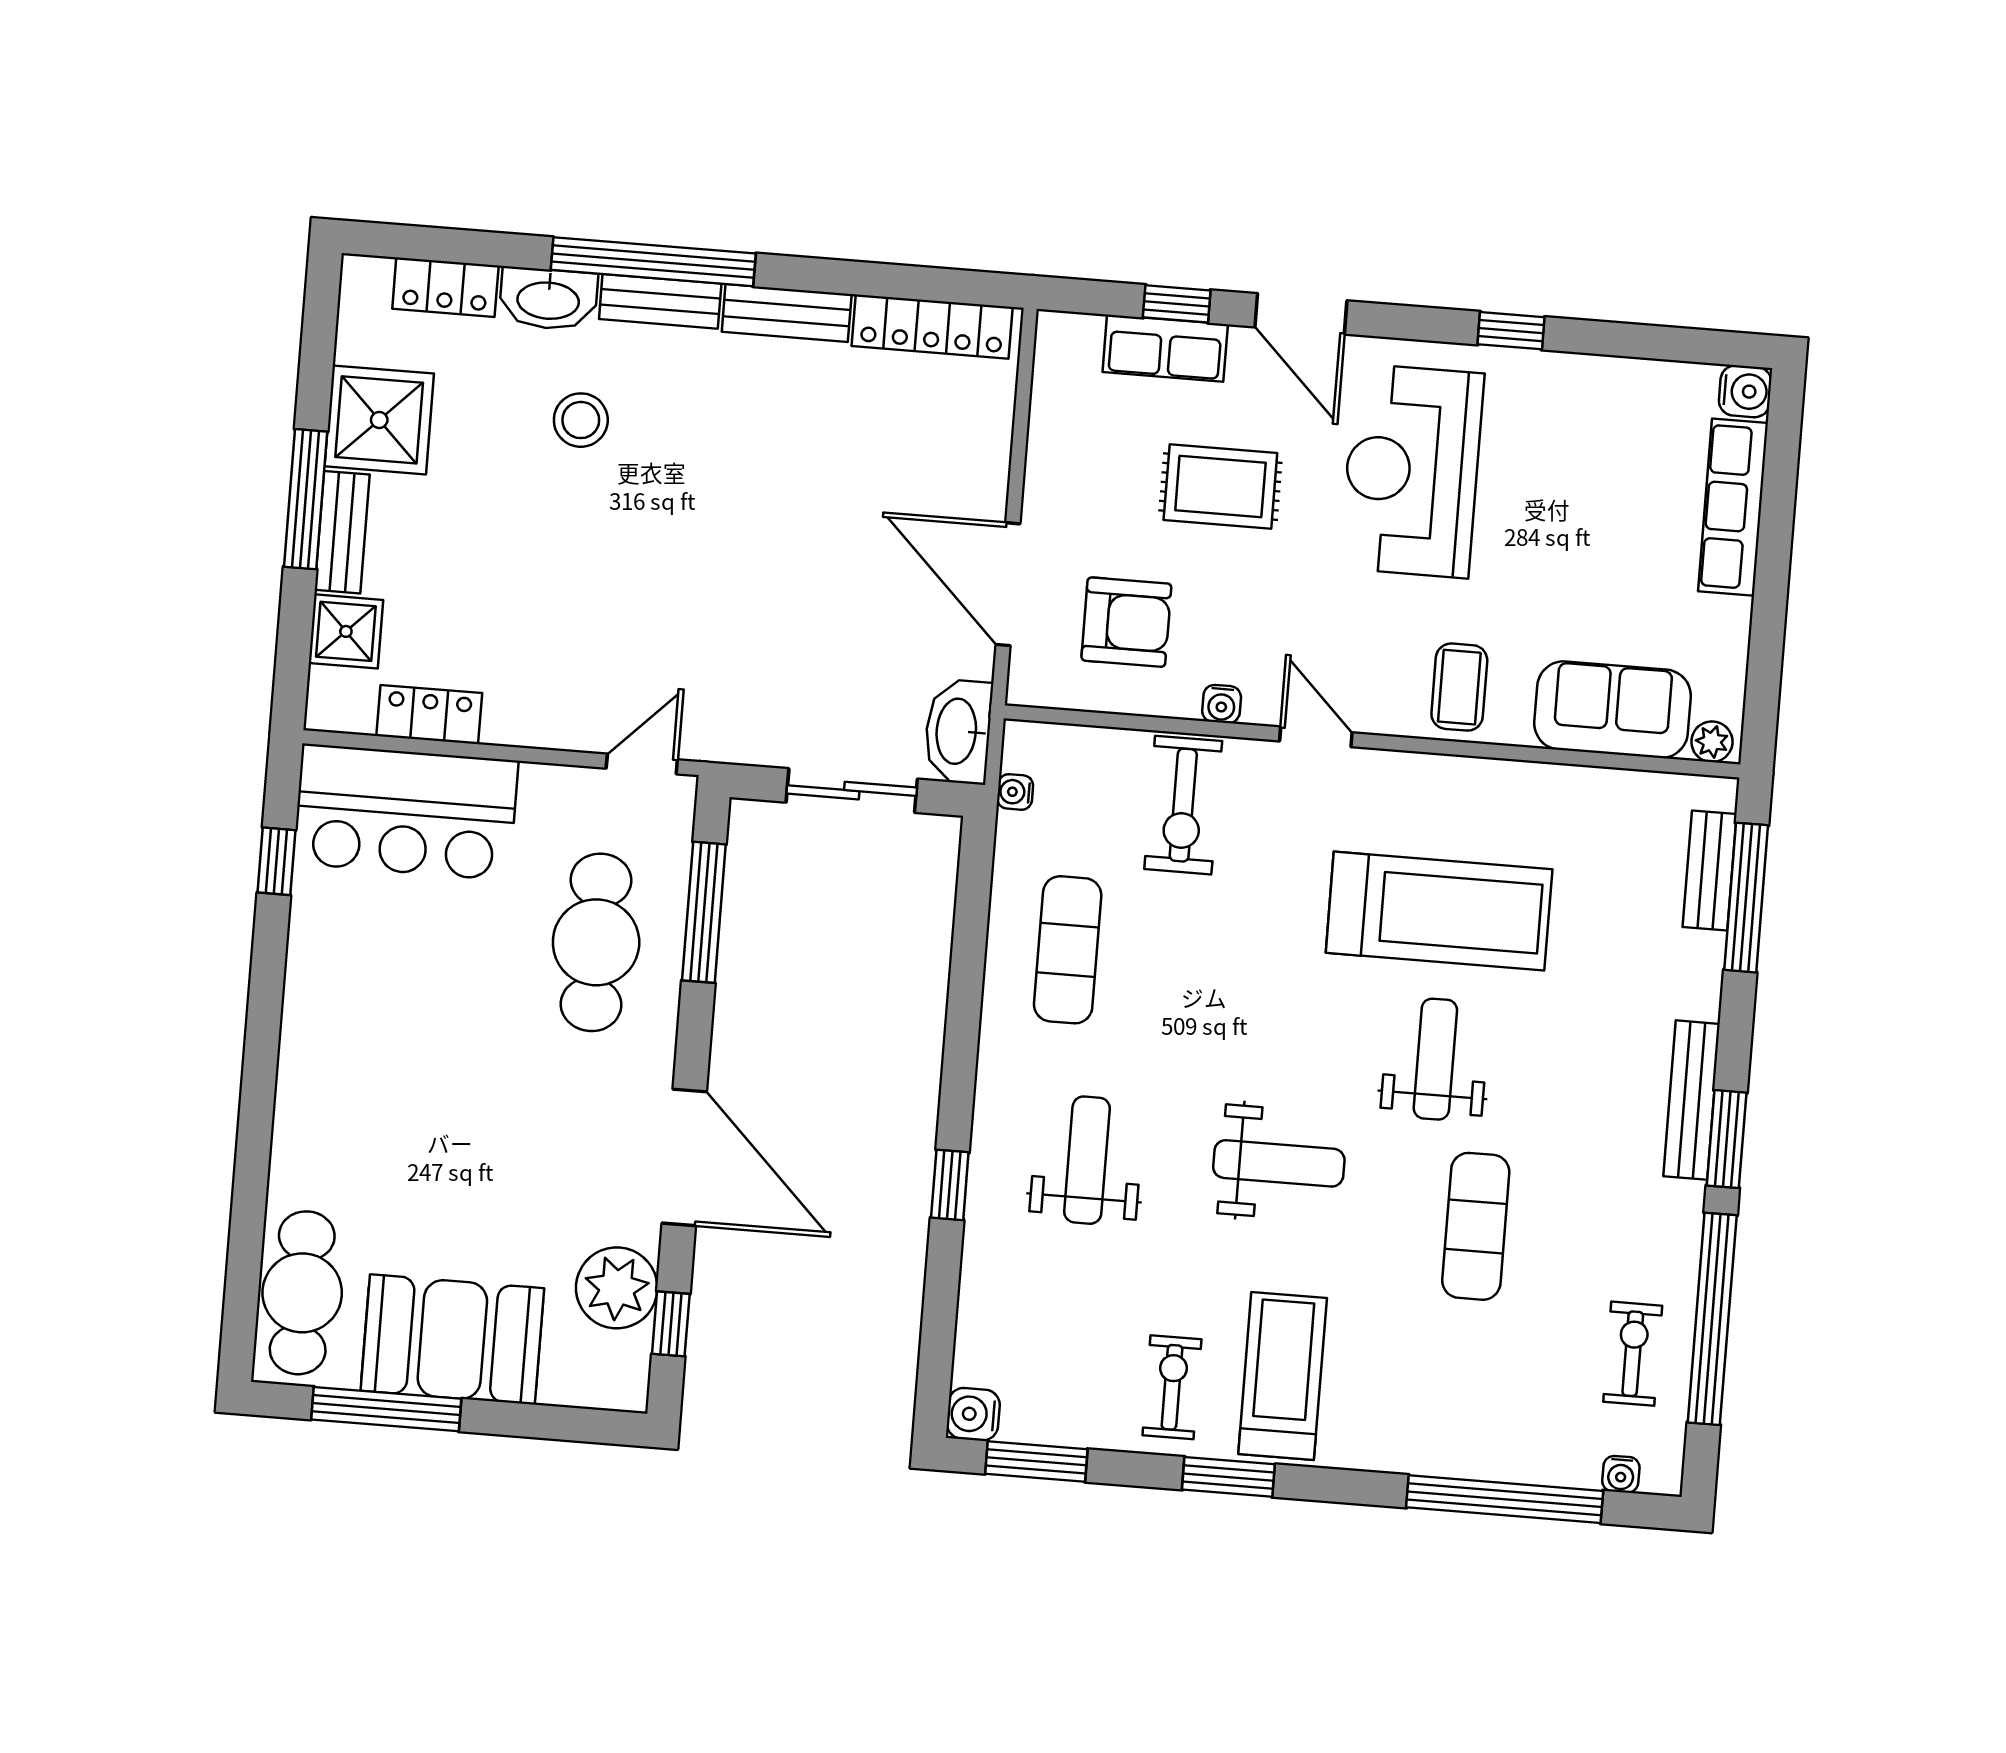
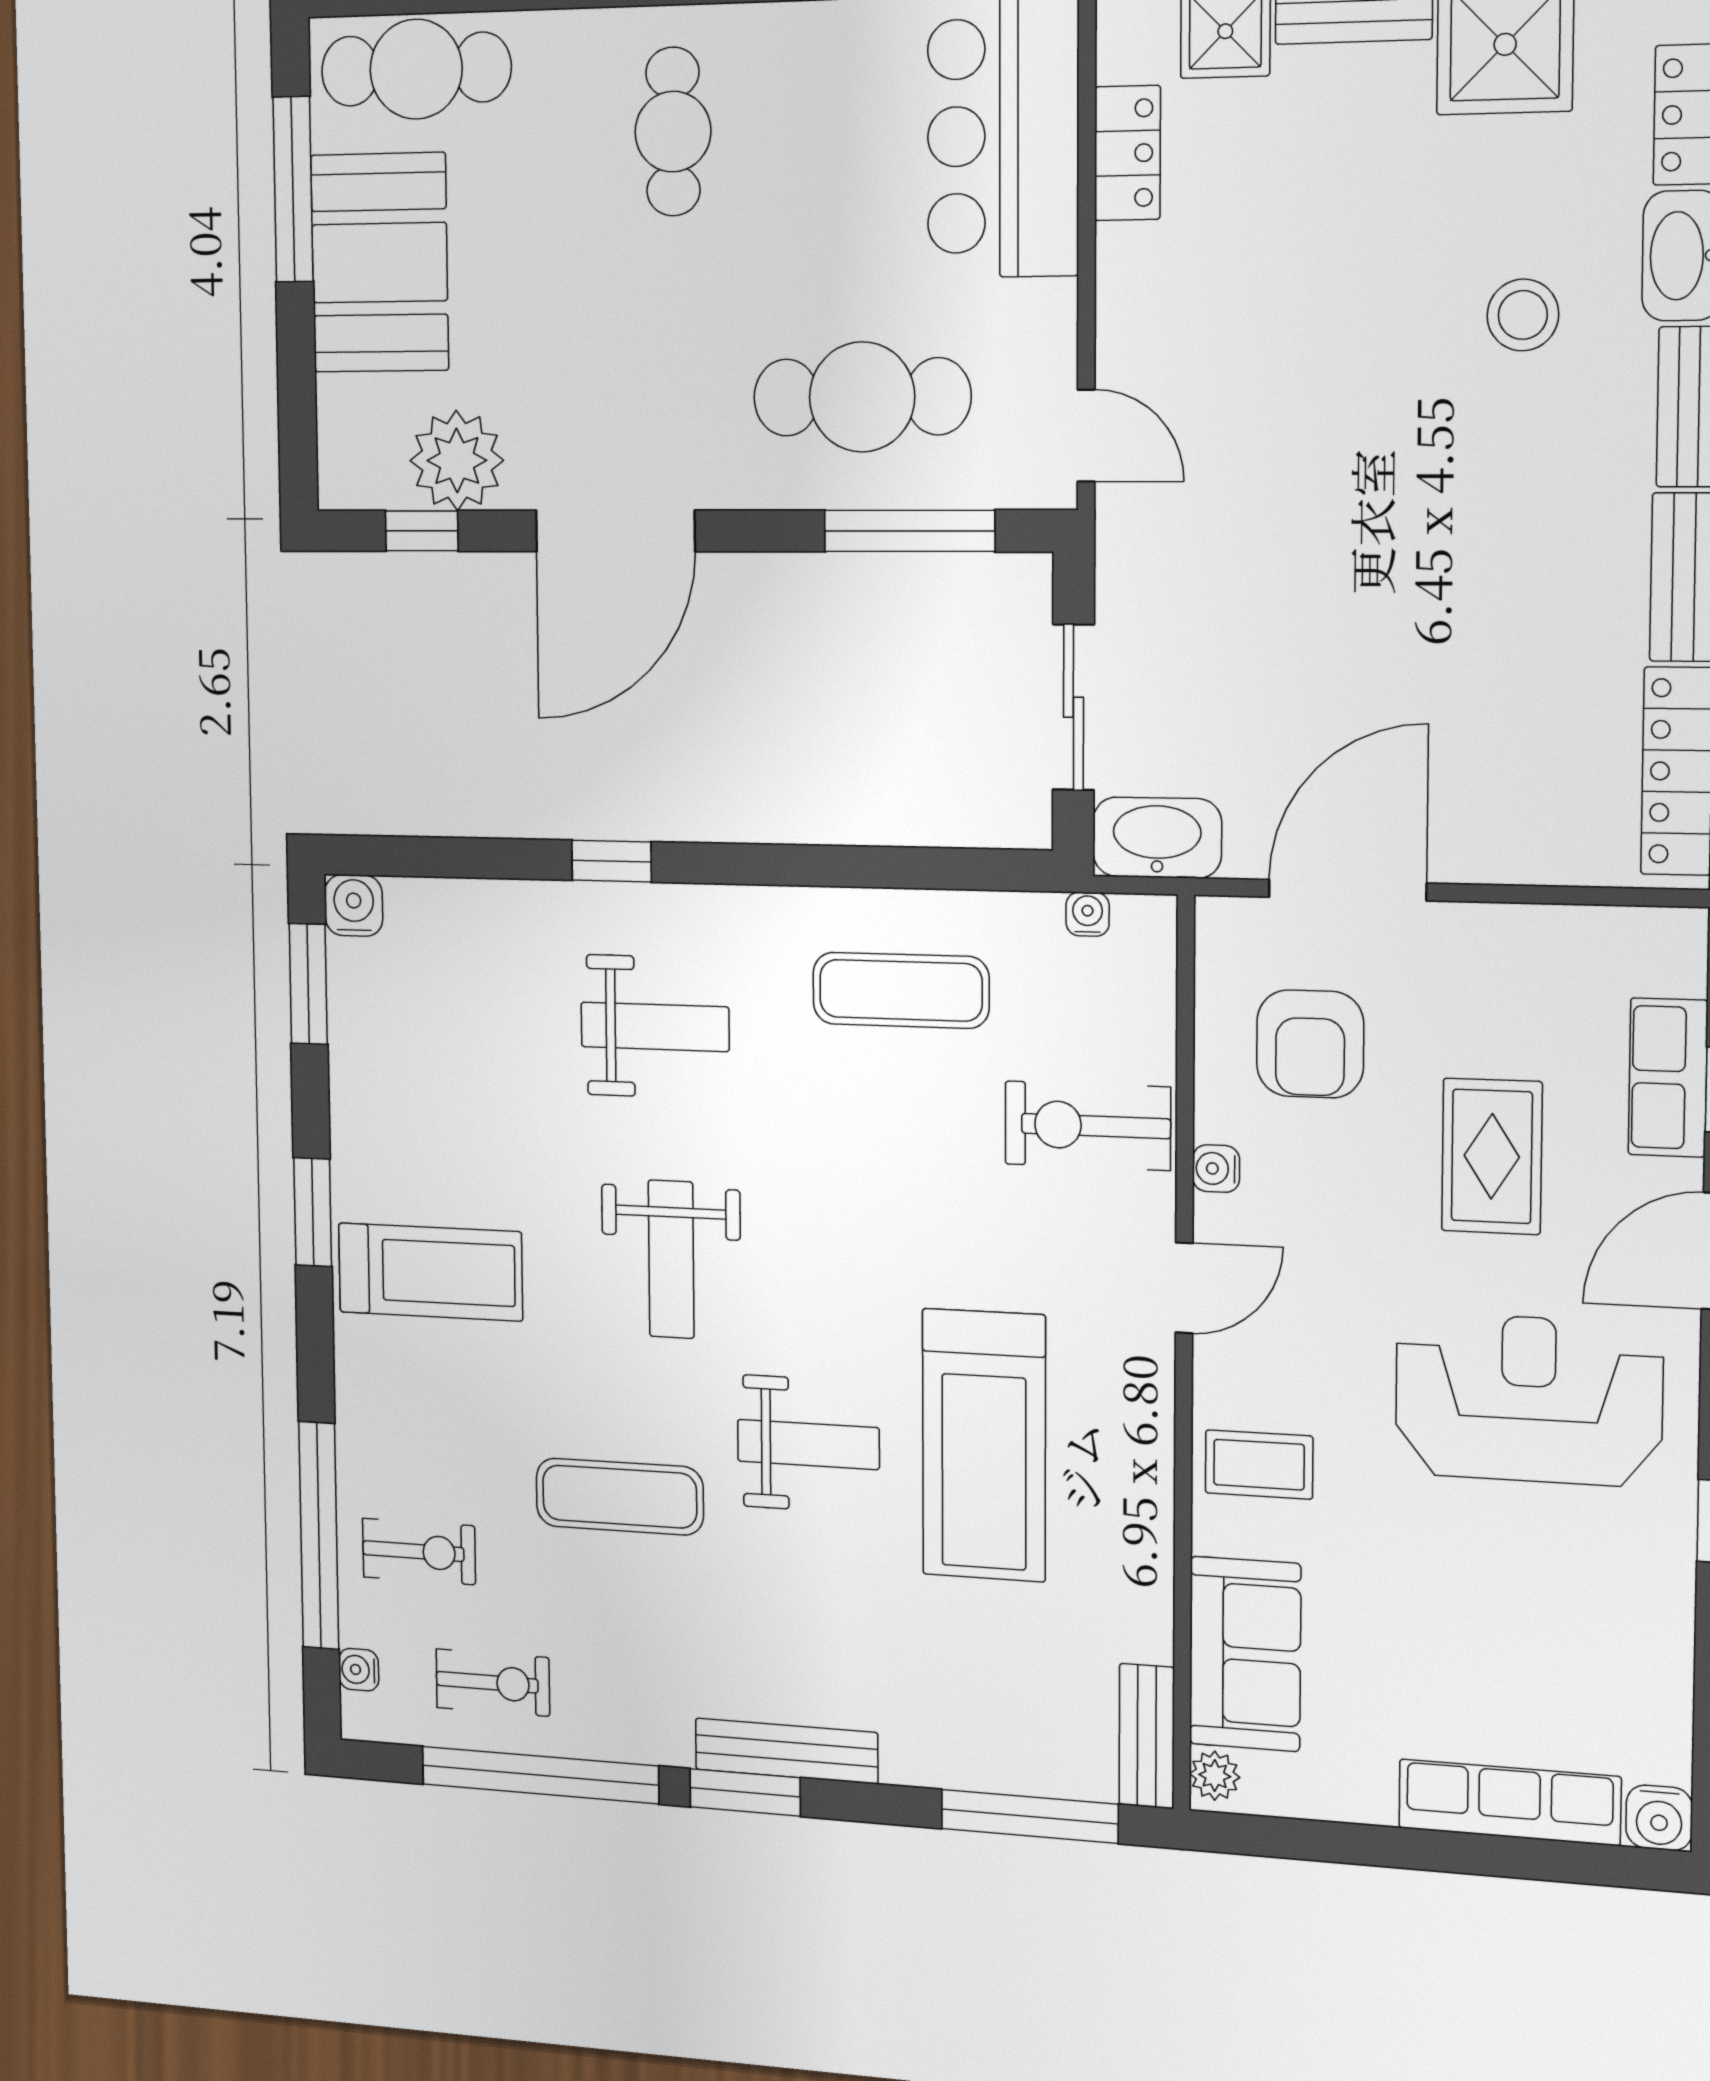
bench: (1710, 870) -> (1147, 1736), moved, turned 90
cafe table: (374, 1080) -> (673, 132), added
exercise bike: (1172, 1387) -> (419, 1552), moved

